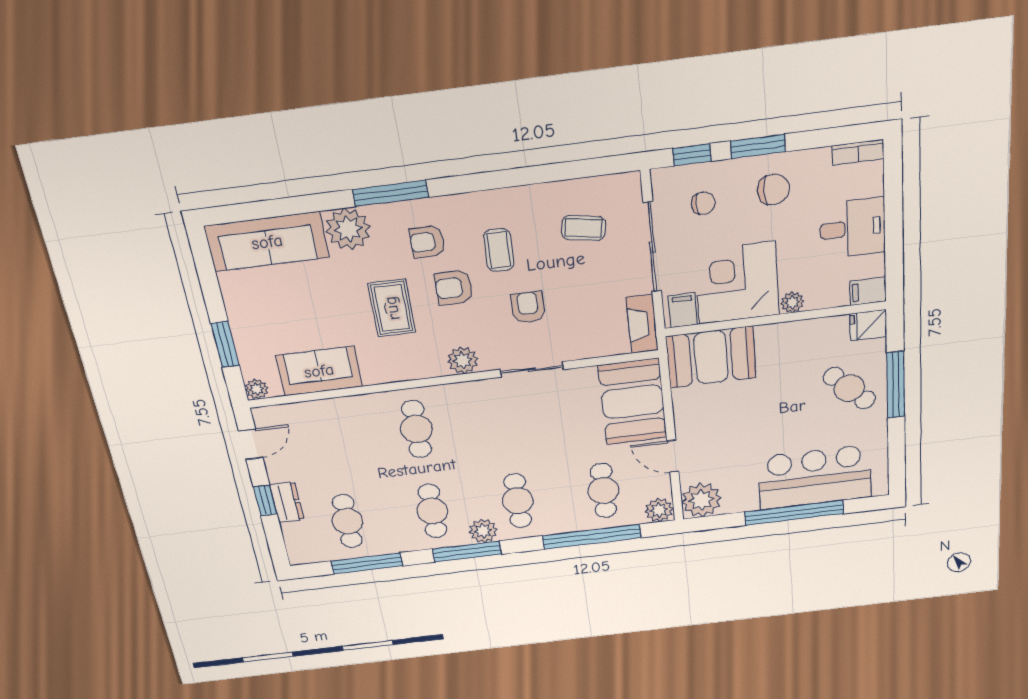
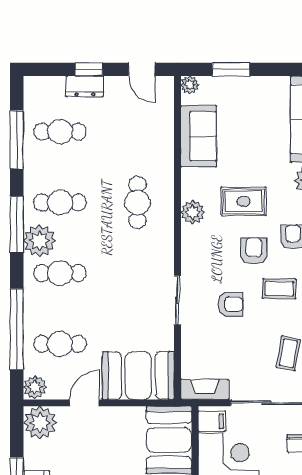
plant: (463, 360) -> (193, 212), moved
cafe table: (417, 429) -> (137, 202), turned 90
plant: (483, 531) -> (39, 241), width x1.36, depth x1.36

